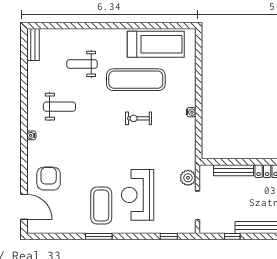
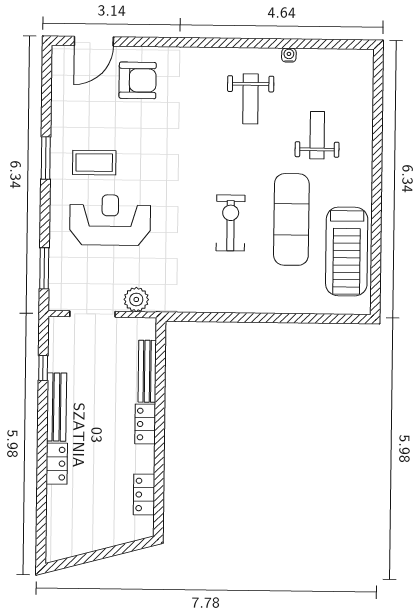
bench: (33, 45) -> (349, 58), removed
water cooler: (191, 112) -> (239, 306), removed
exercise bike: (139, 118) -> (231, 223), width x1.38, depth x1.39
water cooler: (31, 135) -> (289, 55), moved
coffee table: (101, 206) -> (94, 163), width x0.73, depth x0.76
window: (169, 236) -> (44, 268), width x1.50

